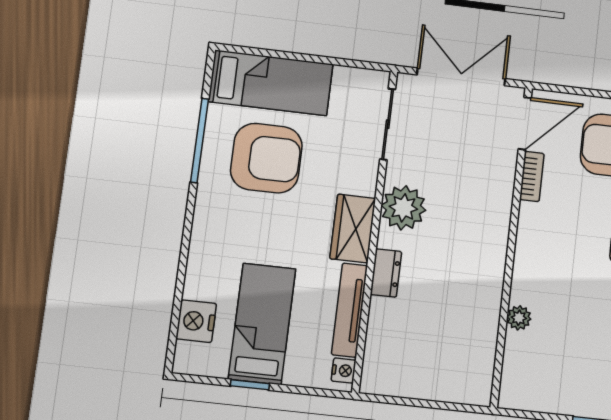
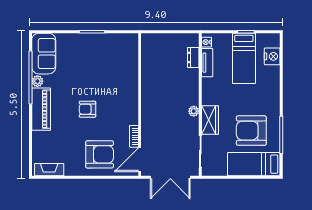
plant: (403, 208) -> (194, 111), width x0.53, depth x0.53
wardrobe: (353, 228) -> (210, 120), moved
dresser: (386, 273) -> (193, 57), moved
tv unit: (349, 310) -> (207, 63), width x0.71
plant: (519, 318) -> (133, 73), removed

